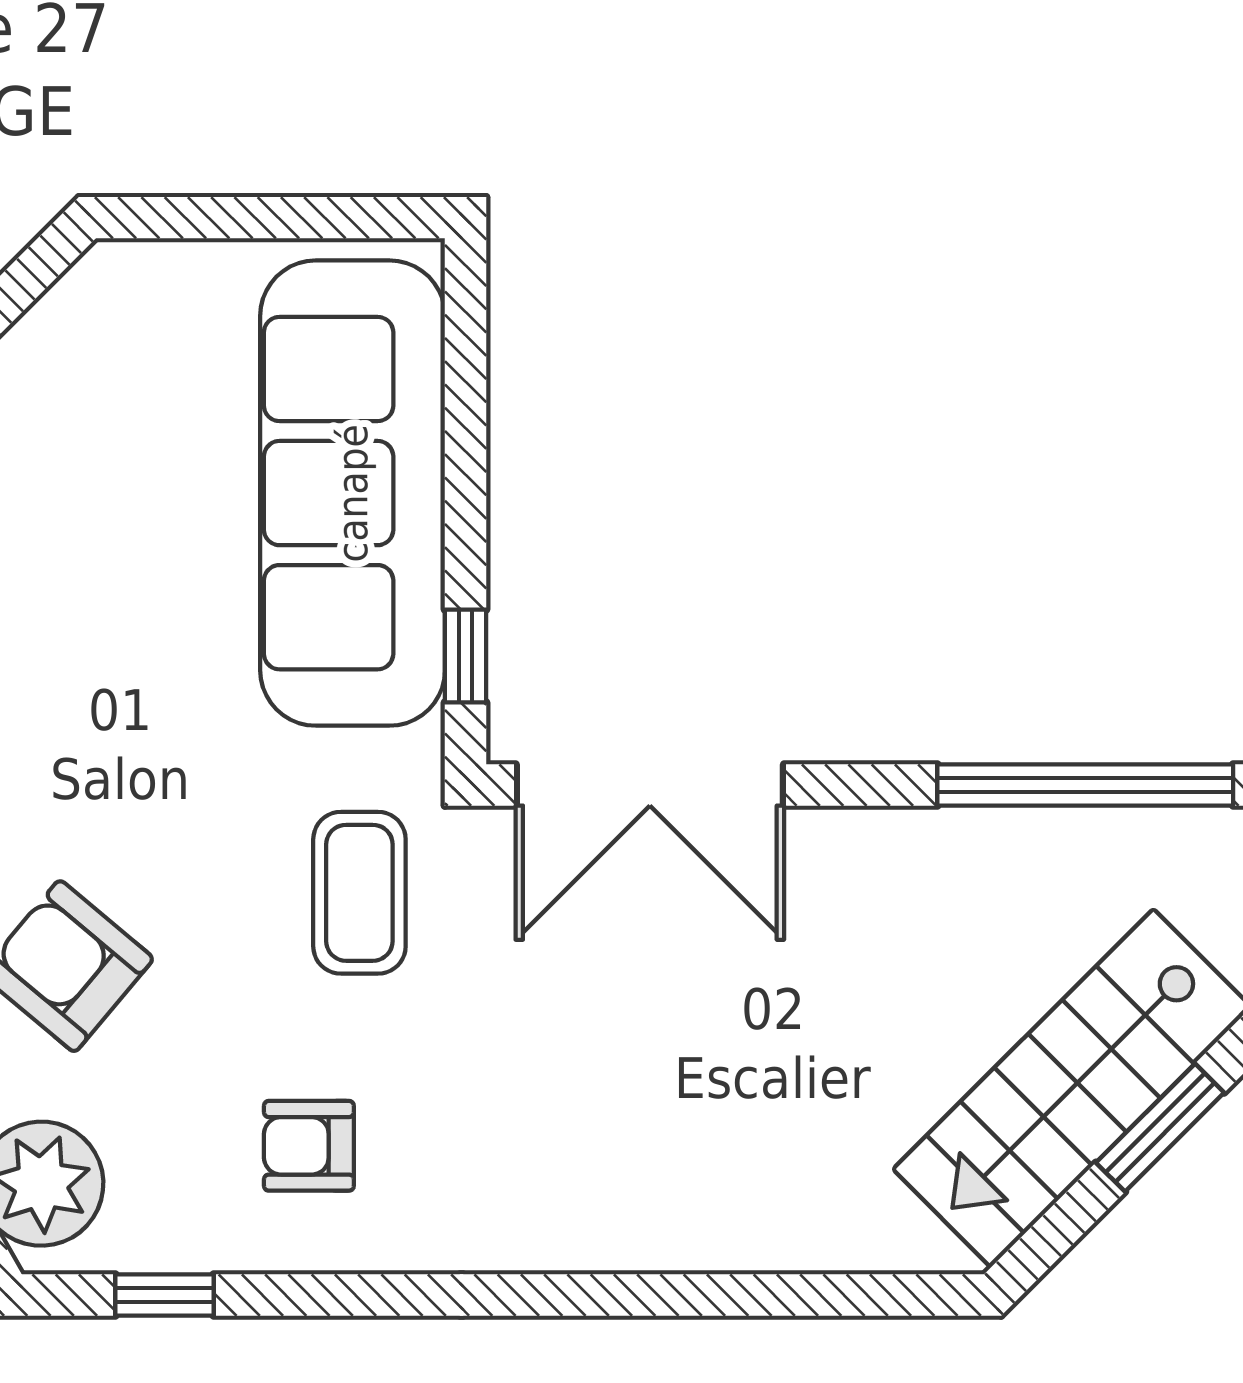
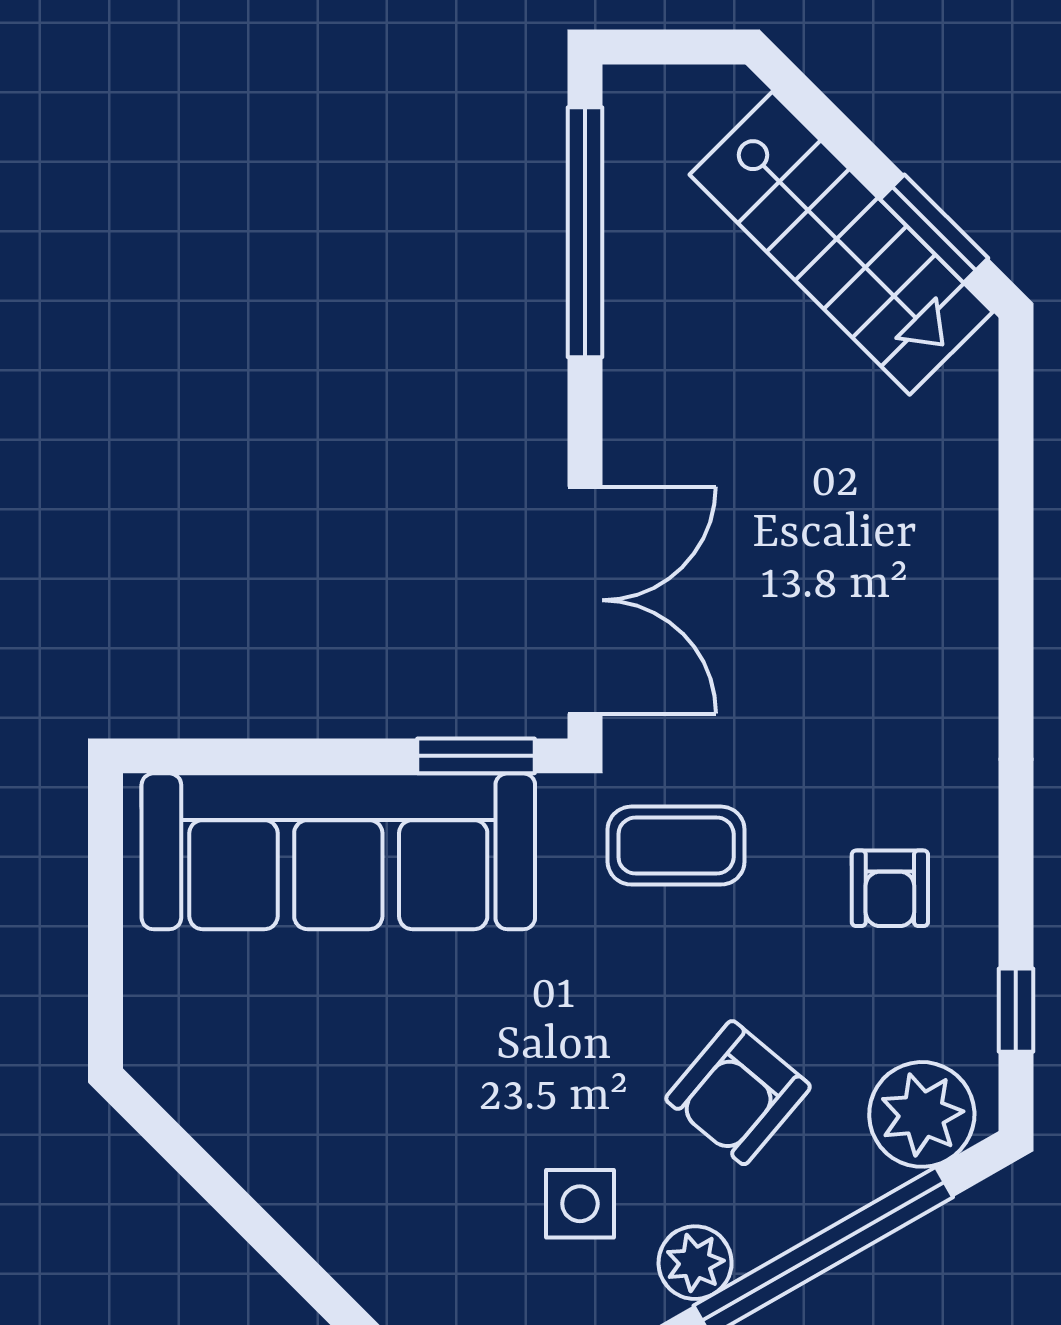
window: (466, 656) -> (476, 756), width x1.50
window: (1160, 1128) -> (934, 229), moved

